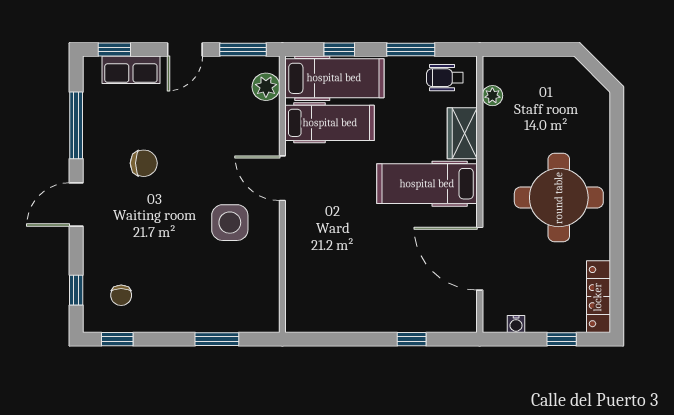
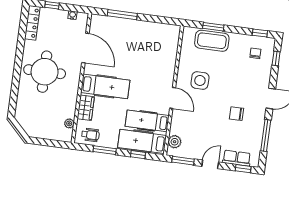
coffee table: (216, 309) -> (212, 41), added
window: (412, 339) -> (122, 15), width x2.17

